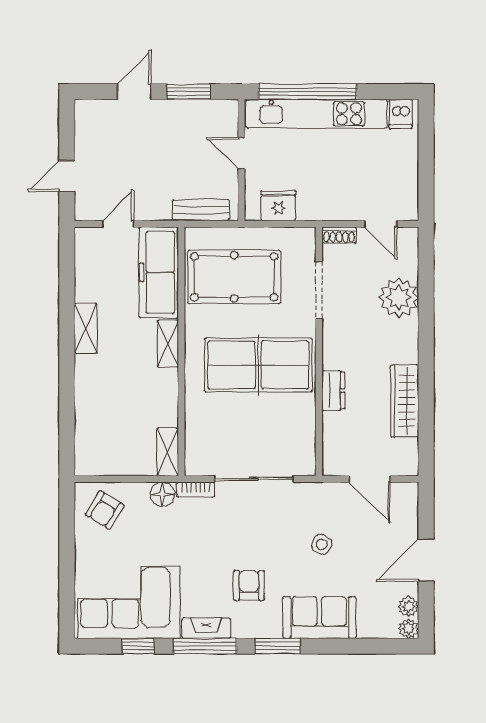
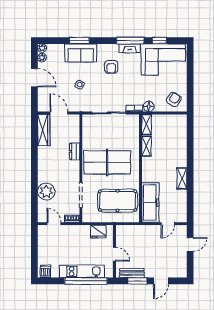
kitchen unit: (316, 114) -> (82, 271), width x0.73
bench: (201, 210) -> (132, 273), moved
shelving: (168, 344) -> (146, 146), moved
wardrobe: (405, 401) -> (44, 130), moved
door: (426, 560) -> (34, 78), hinge flipped
window: (278, 646) -> (79, 41), moved

